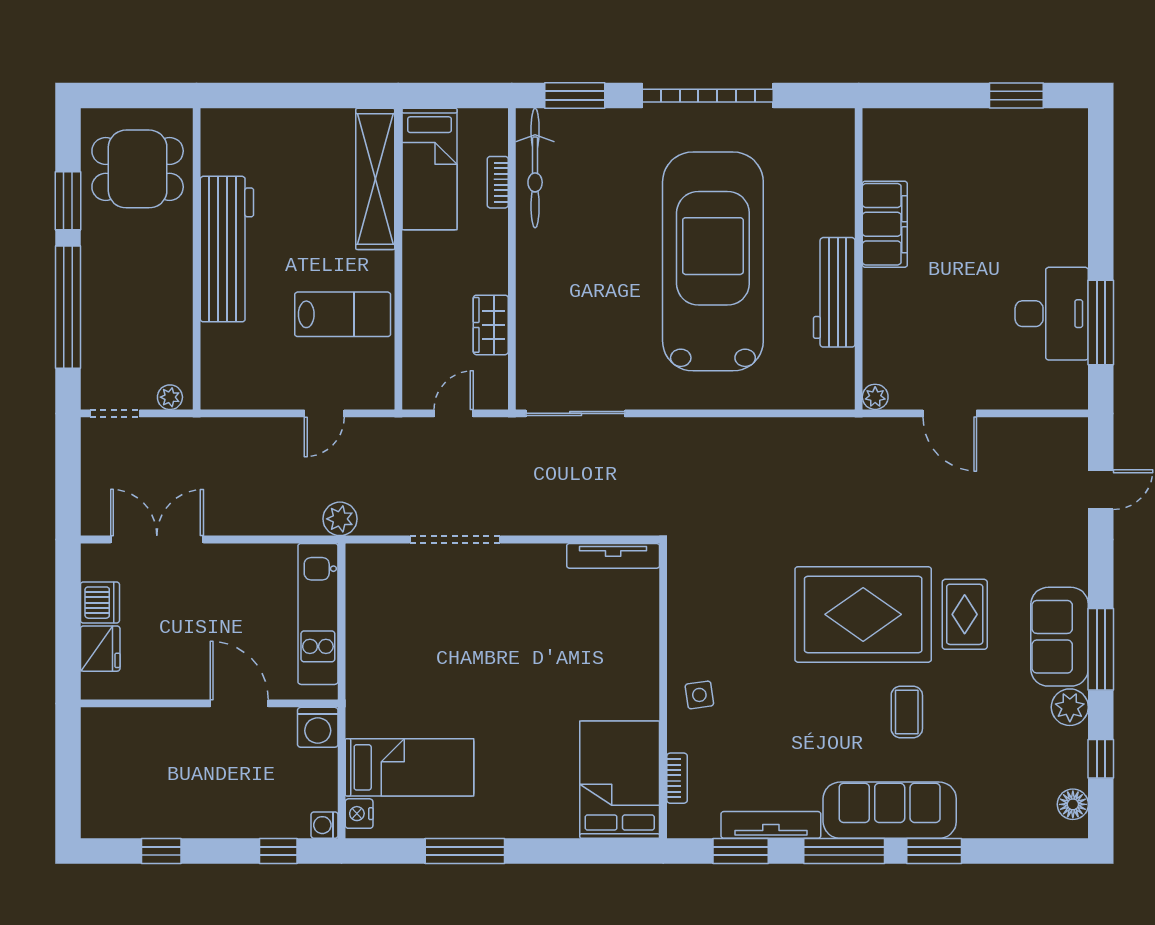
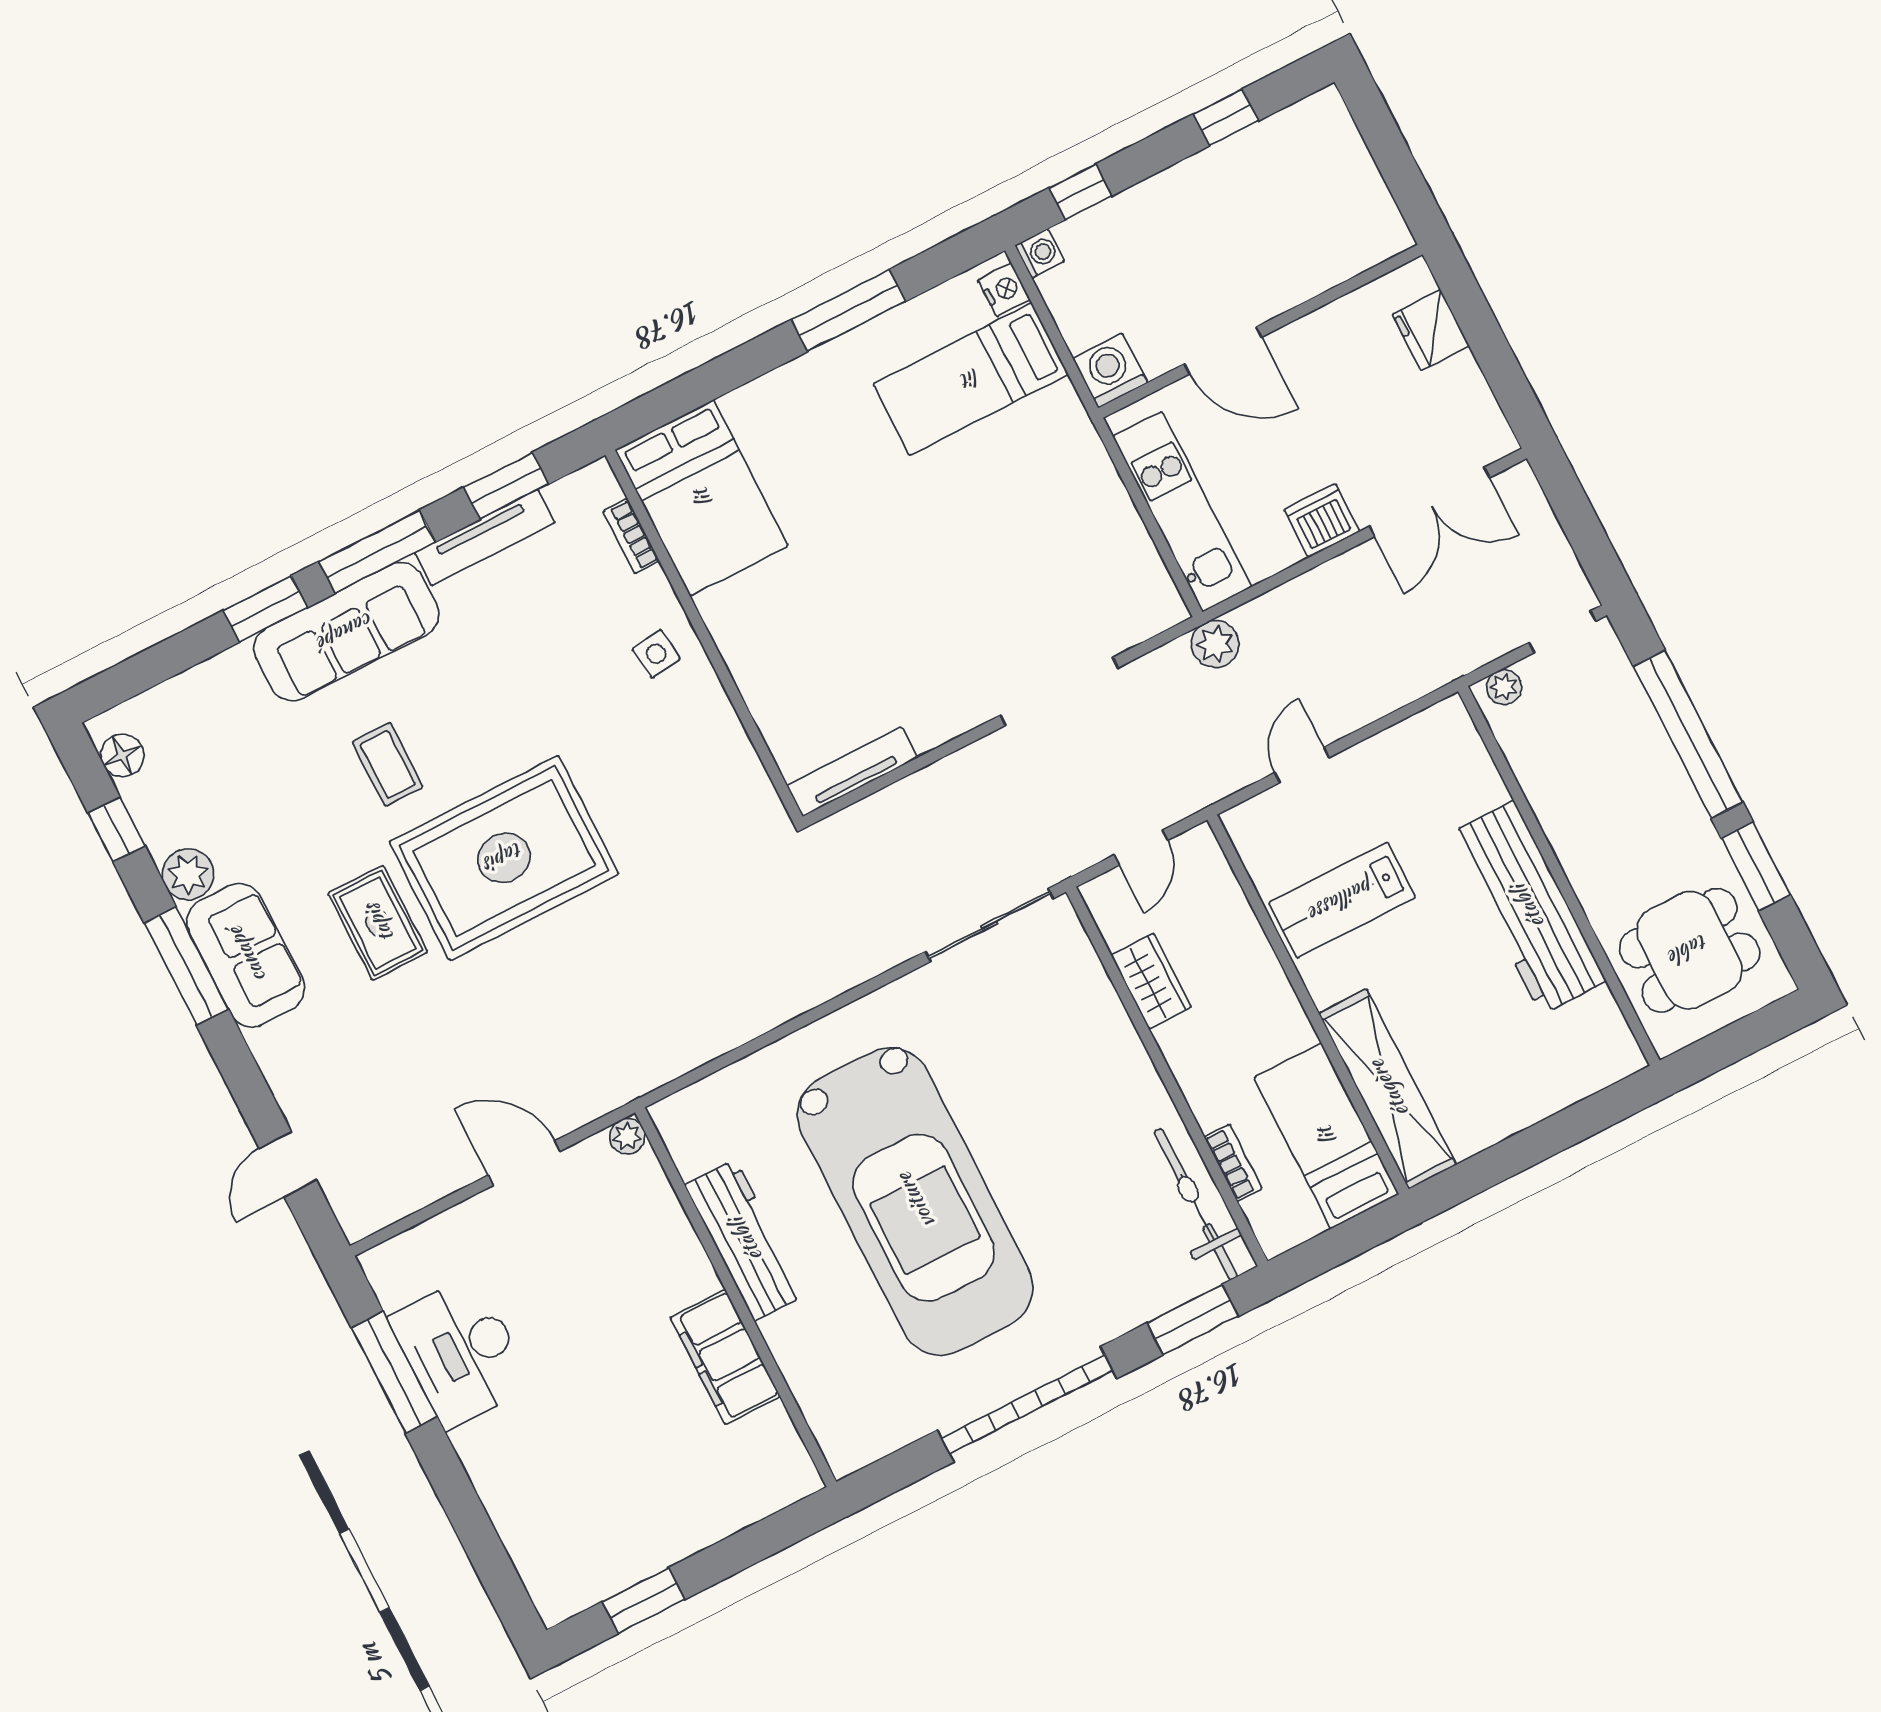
dishwasher: (100, 603) -> (1322, 521), moved, turned 90

